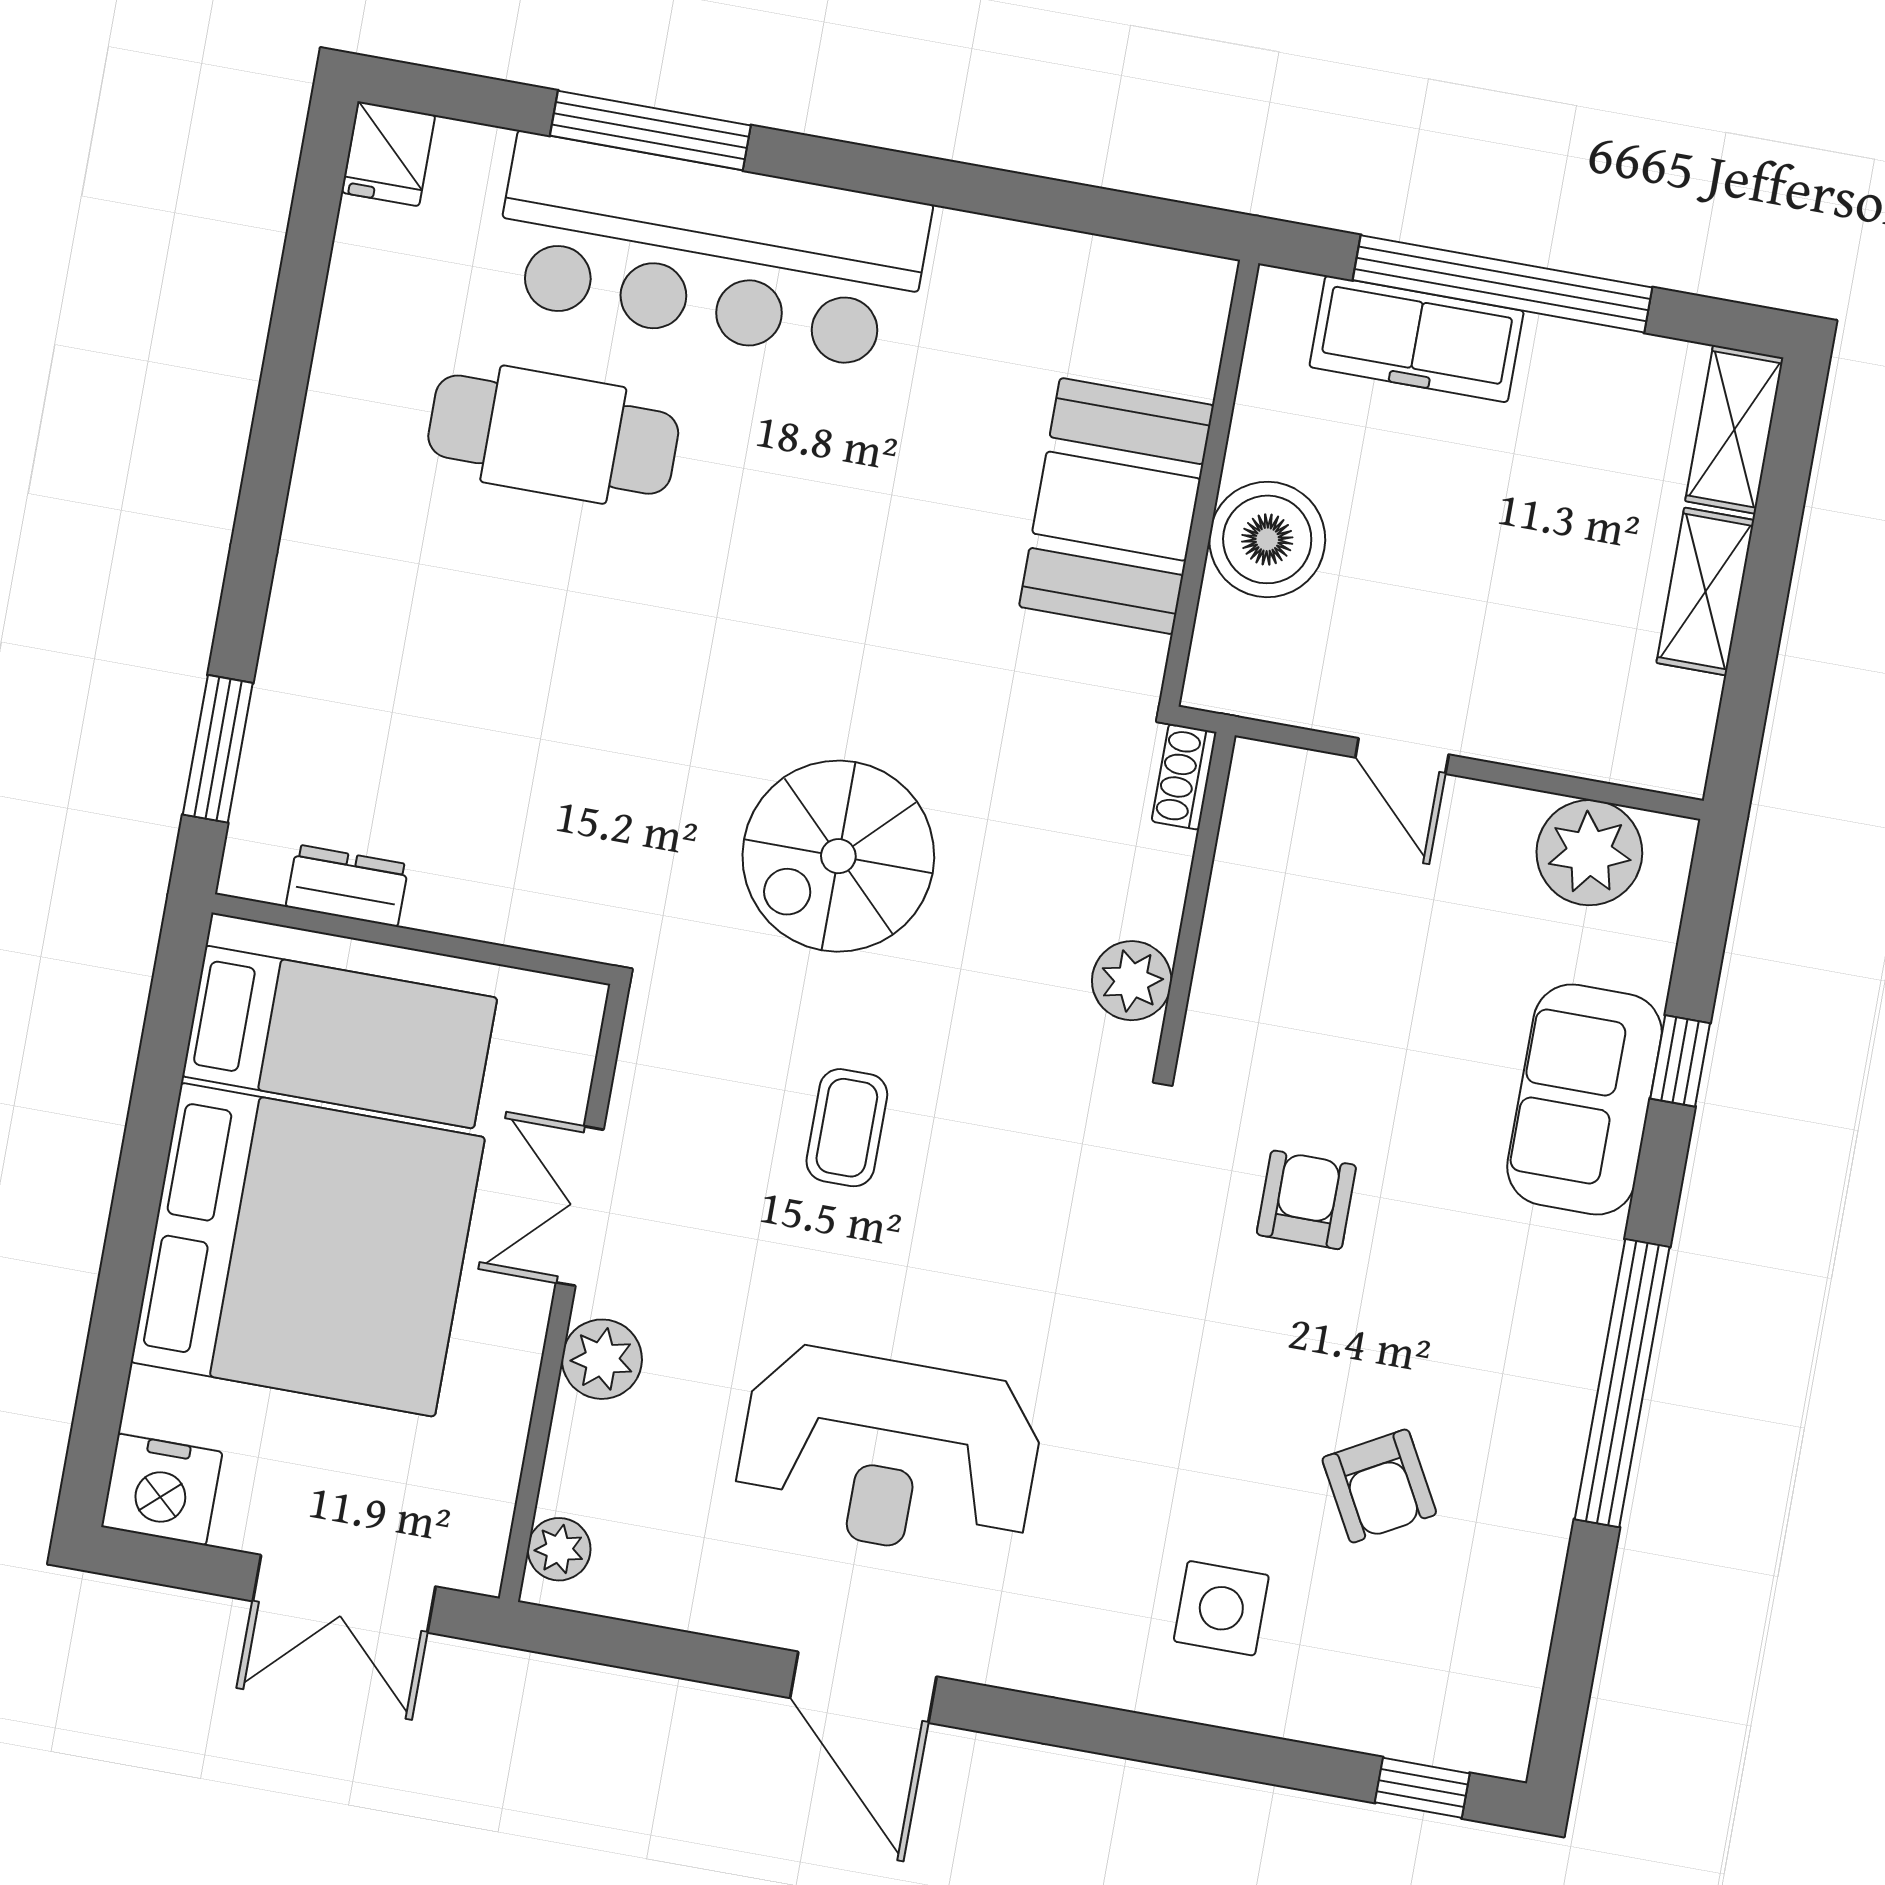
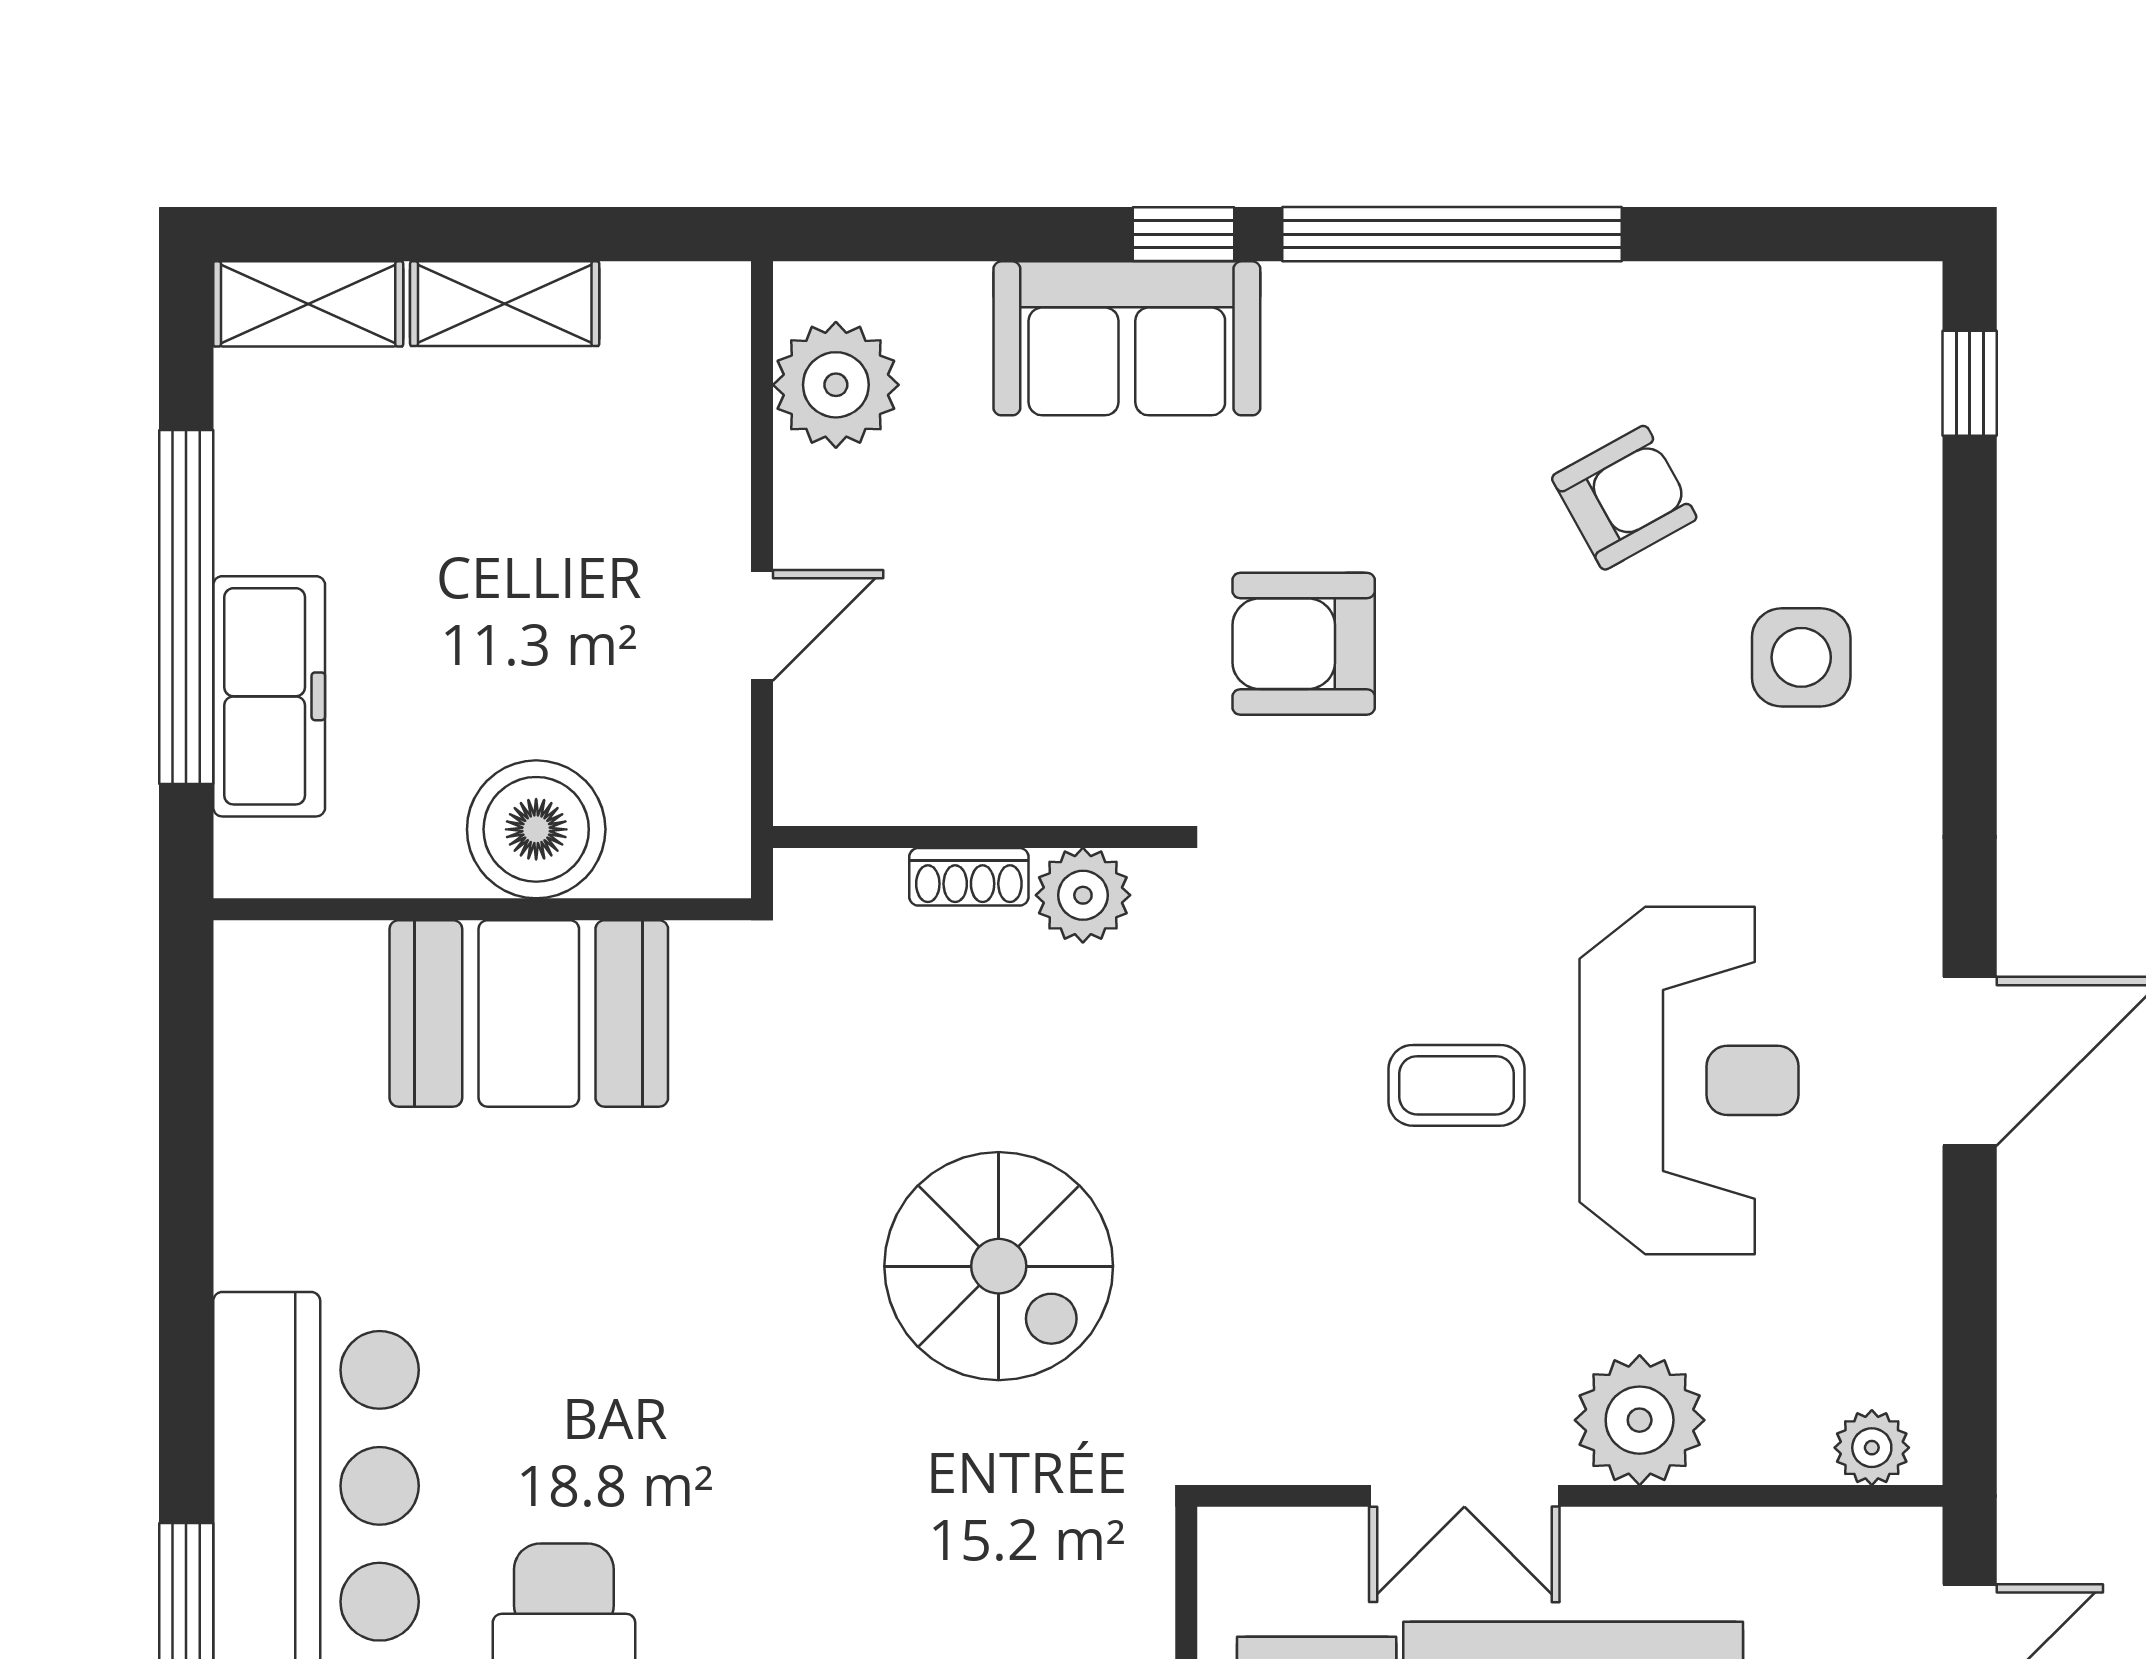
shoe rack: (1184, 777) -> (969, 877), moved
window: (1680, 1061) -> (1184, 234), moved
coffee table: (847, 1128) -> (1457, 1085), moved
armchair: (1306, 1200) -> (1304, 644), width x1.38, depth x1.38
plant: (602, 1359) -> (1640, 1420), width x1.36, depth x1.36

